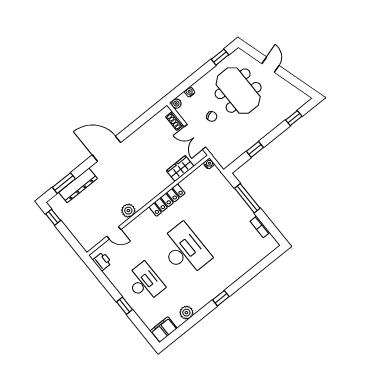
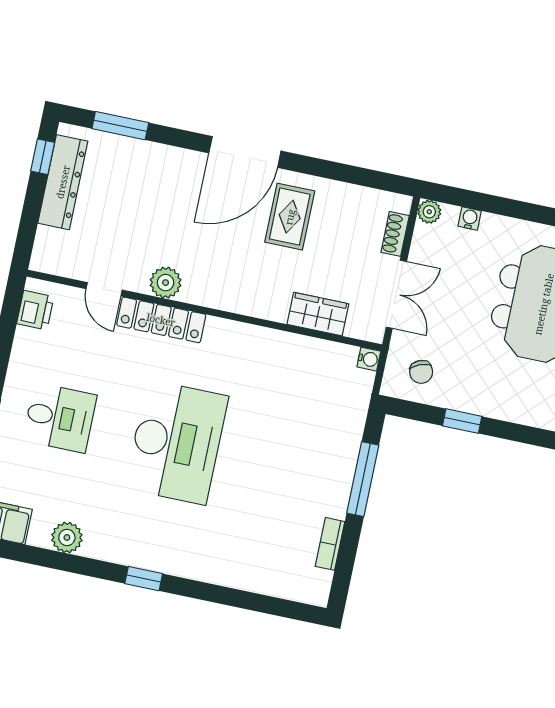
chair: (212, 116) -> (421, 372), moved
double door: (195, 137) -> (396, 294), swing flipped
door: (106, 149) -> (245, 152), swing flipped
rug: (140, 151) -> (290, 217), added
dresser: (78, 185) -> (63, 182), moved, turned -90
locker: (167, 200) -> (161, 320), moved
desk: (145, 282) -> (60, 418), width x0.73

